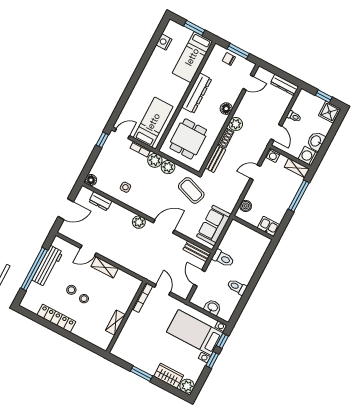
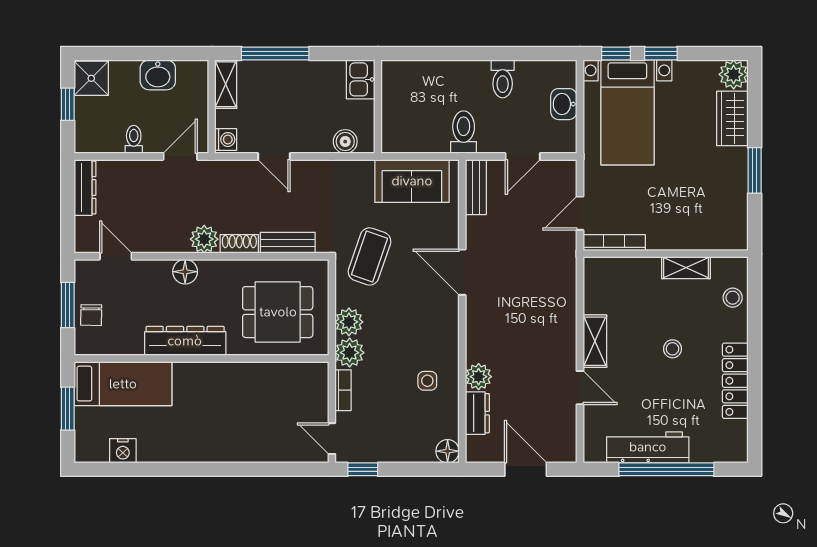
bed: (153, 122) -> (281, 393), removed
washing machine: (308, 156) -> (193, 75), removed
plant: (139, 222) -> (479, 377), moved
stool: (71, 290) -> (733, 298), moved

